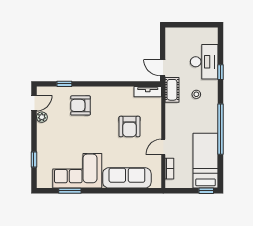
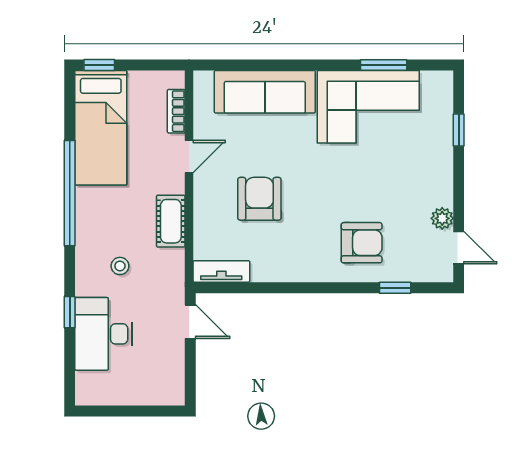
cot: (172, 90) -> (171, 221), moved
door: (34, 103) -> (459, 248), swing flipped

